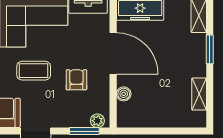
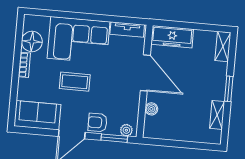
window: (210, 49) -> (229, 89), moved
armchair: (76, 80) -> (98, 122), moved, turned -90

